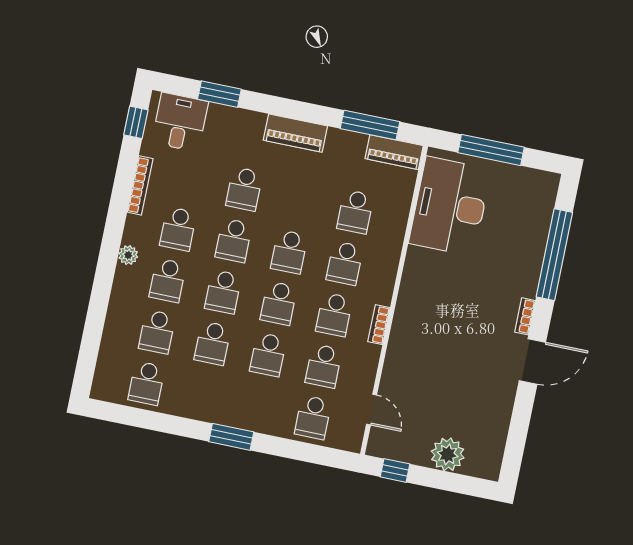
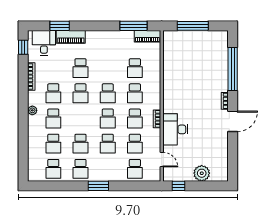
piano: (295, 133) -> (71, 37), moved
desk: (450, 206) -> (175, 129), moved, width x0.73, depth x0.77
school desk: (223, 292) -> (81, 169), moved

